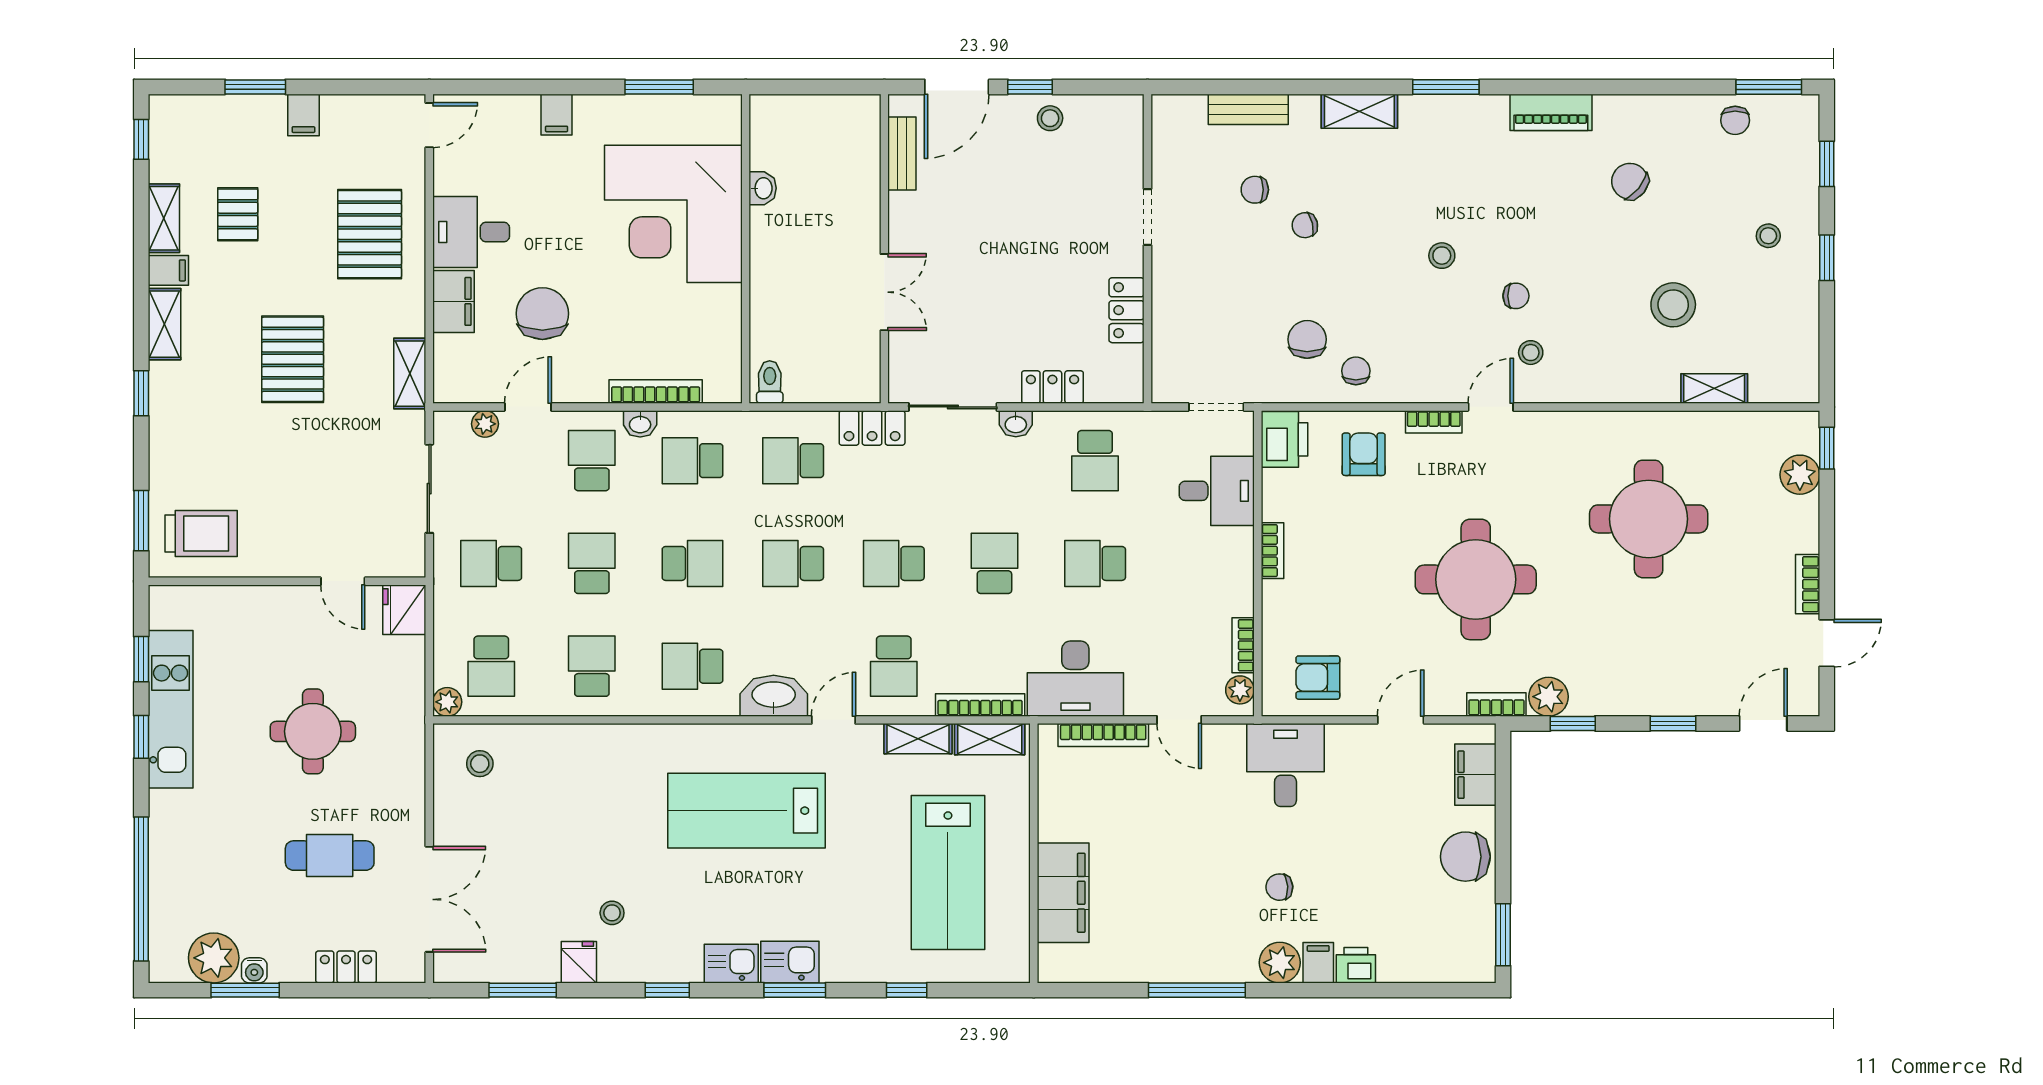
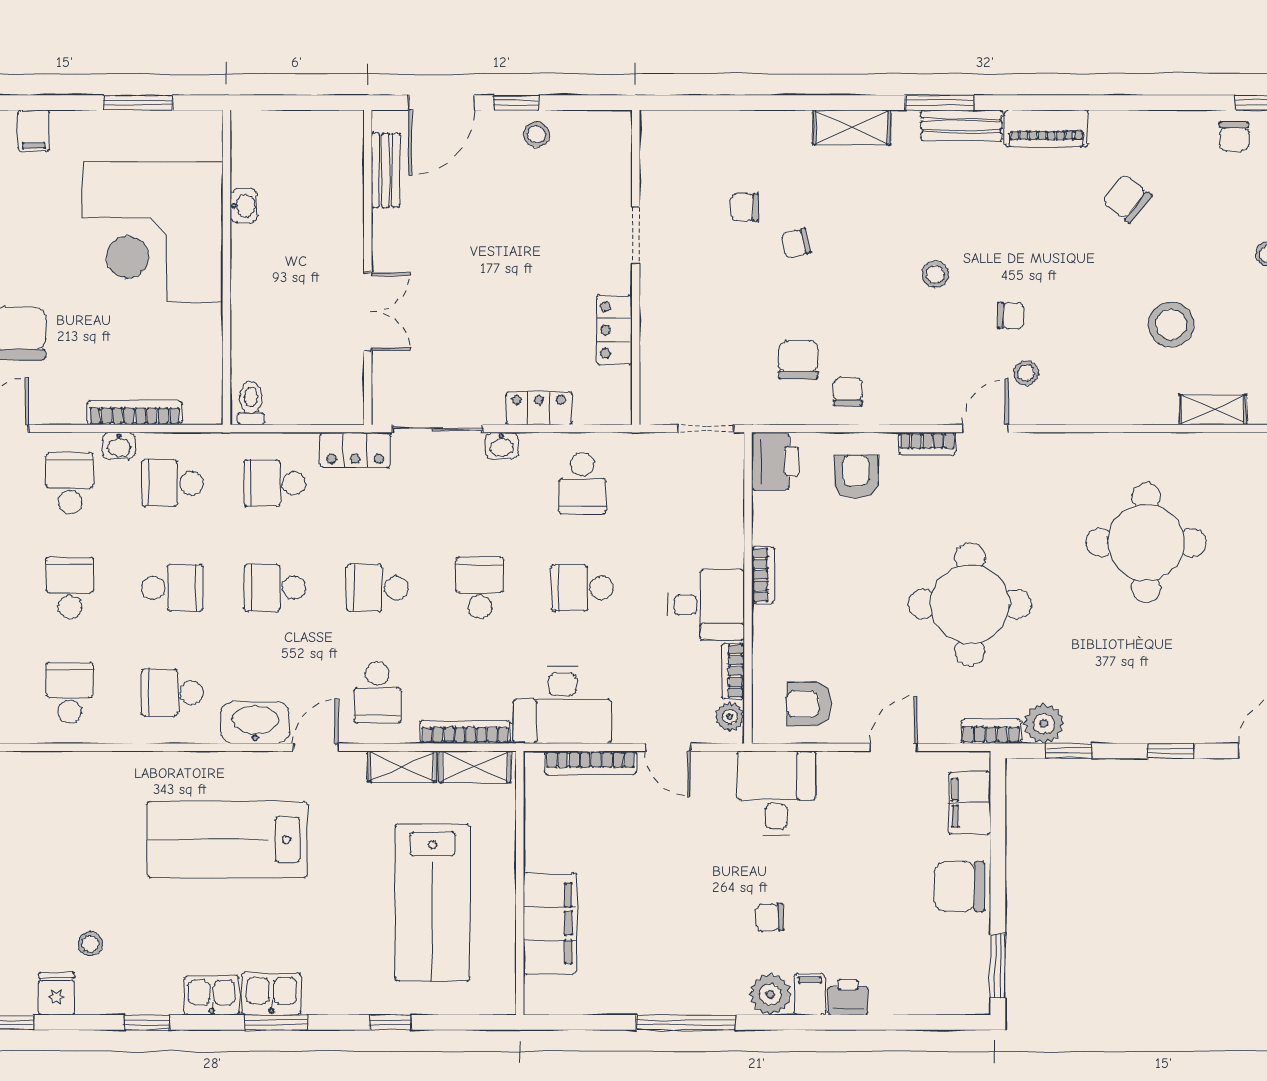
bench: (1248, 109) -> (961, 125), moved
desk: (1217, 491) -> (706, 605), moved

